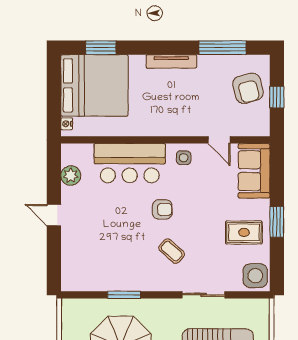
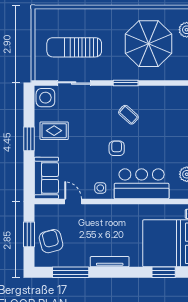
window: (277, 97) -> (29, 234), width x1.50
armchair: (162, 209) -> (117, 148), turned 90
coffee table: (172, 251) -> (128, 115), moved
window: (124, 295) -> (126, 83), moved
sliding door: (203, 295) -> (74, 83), moved

